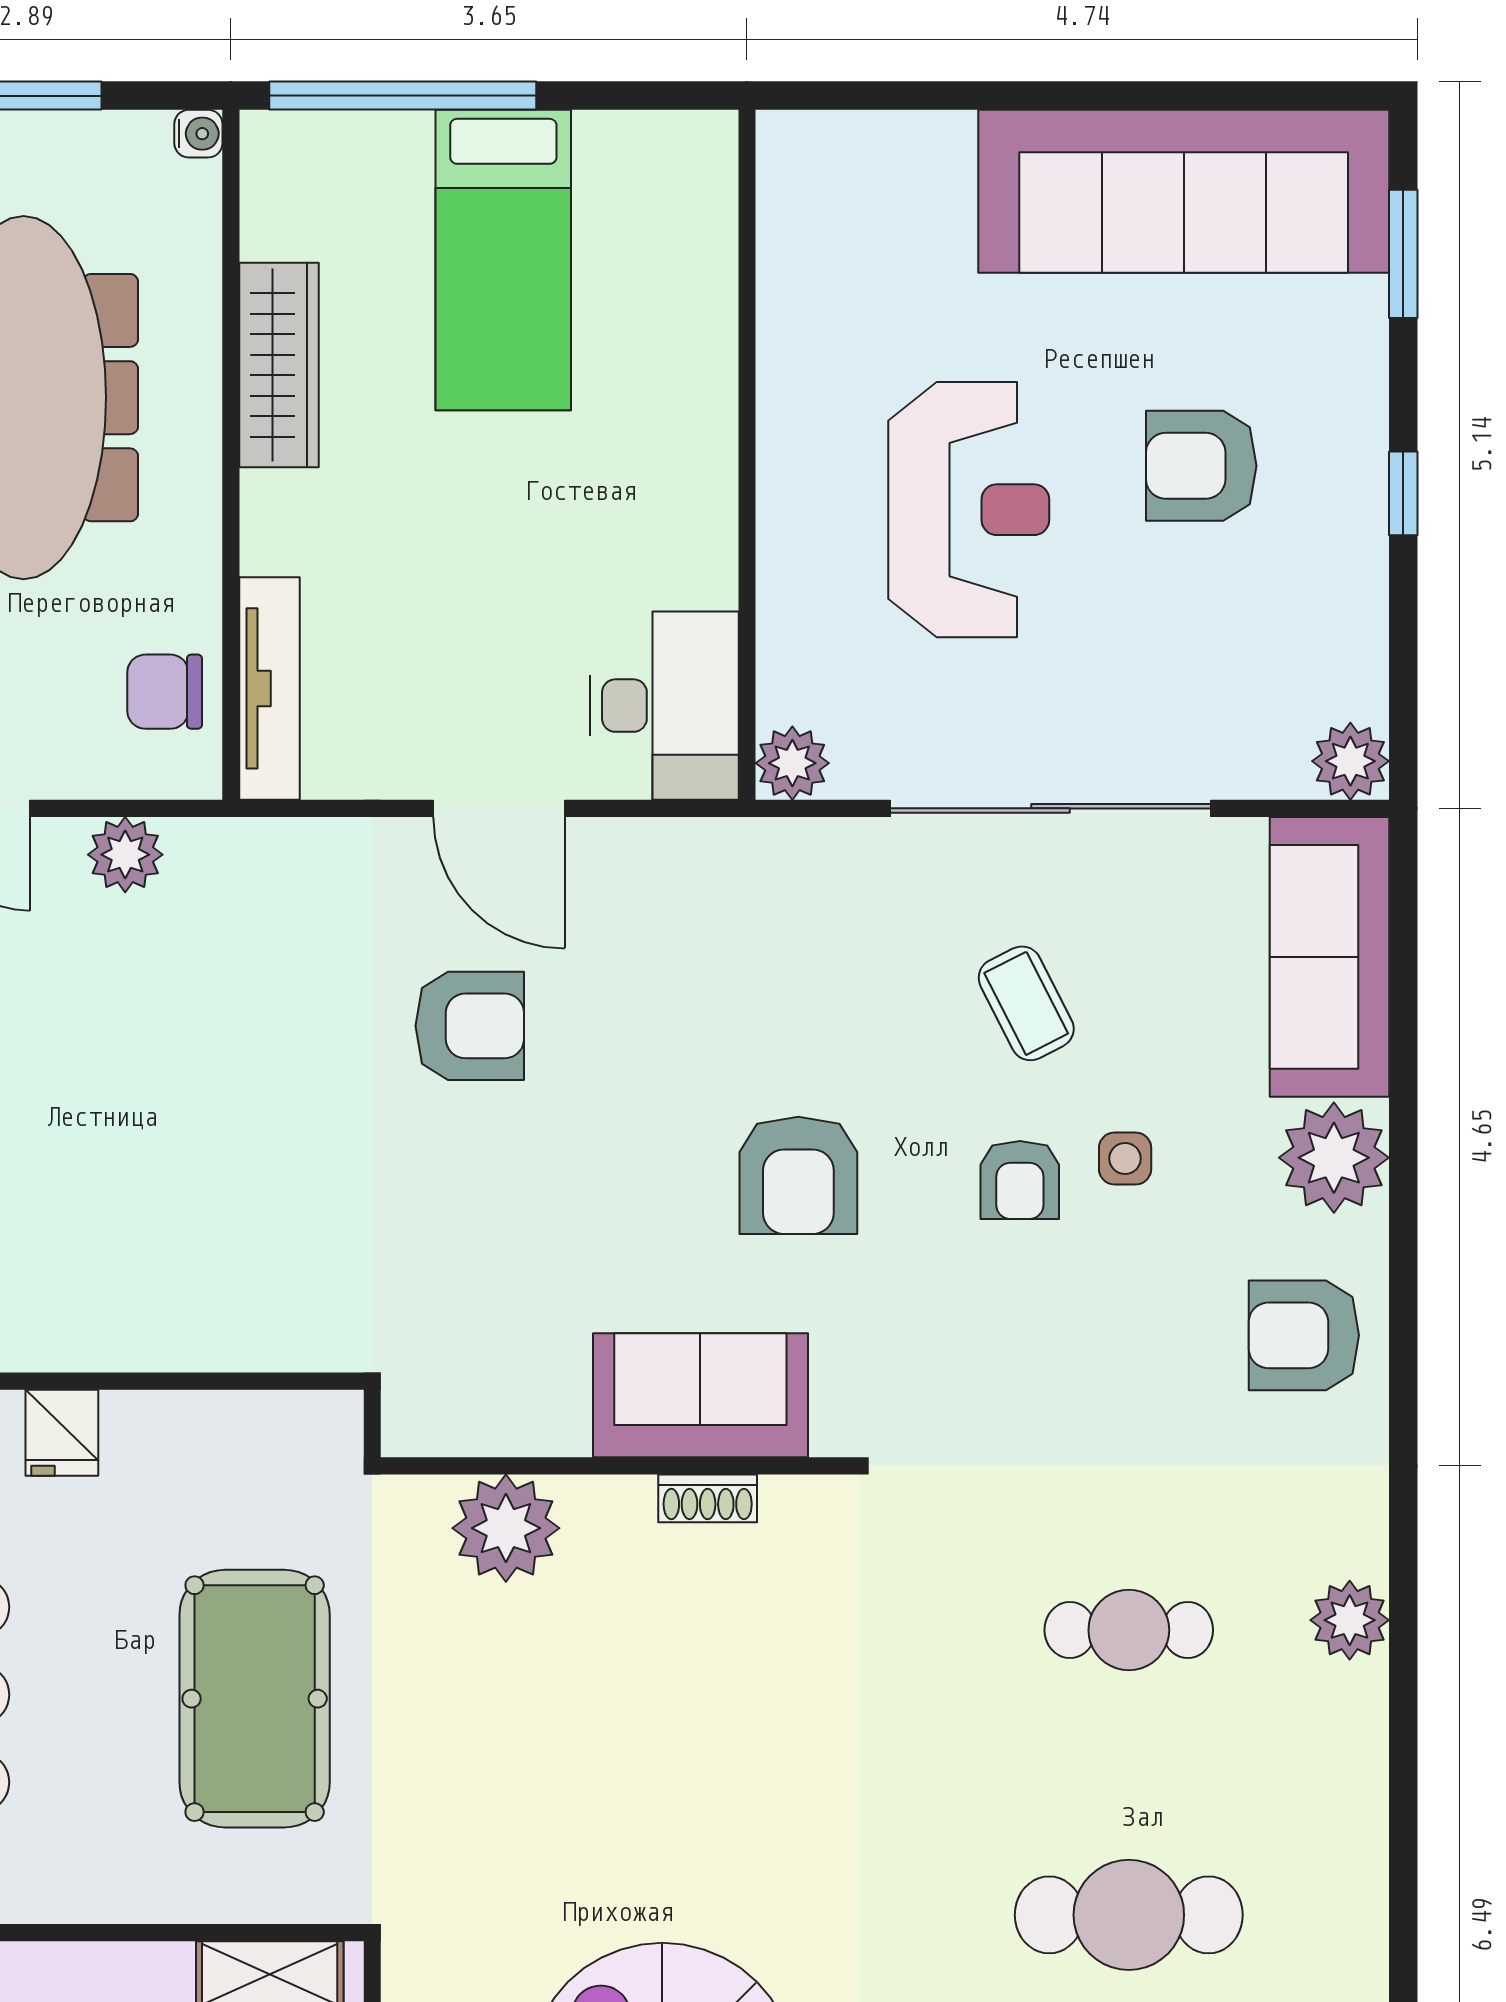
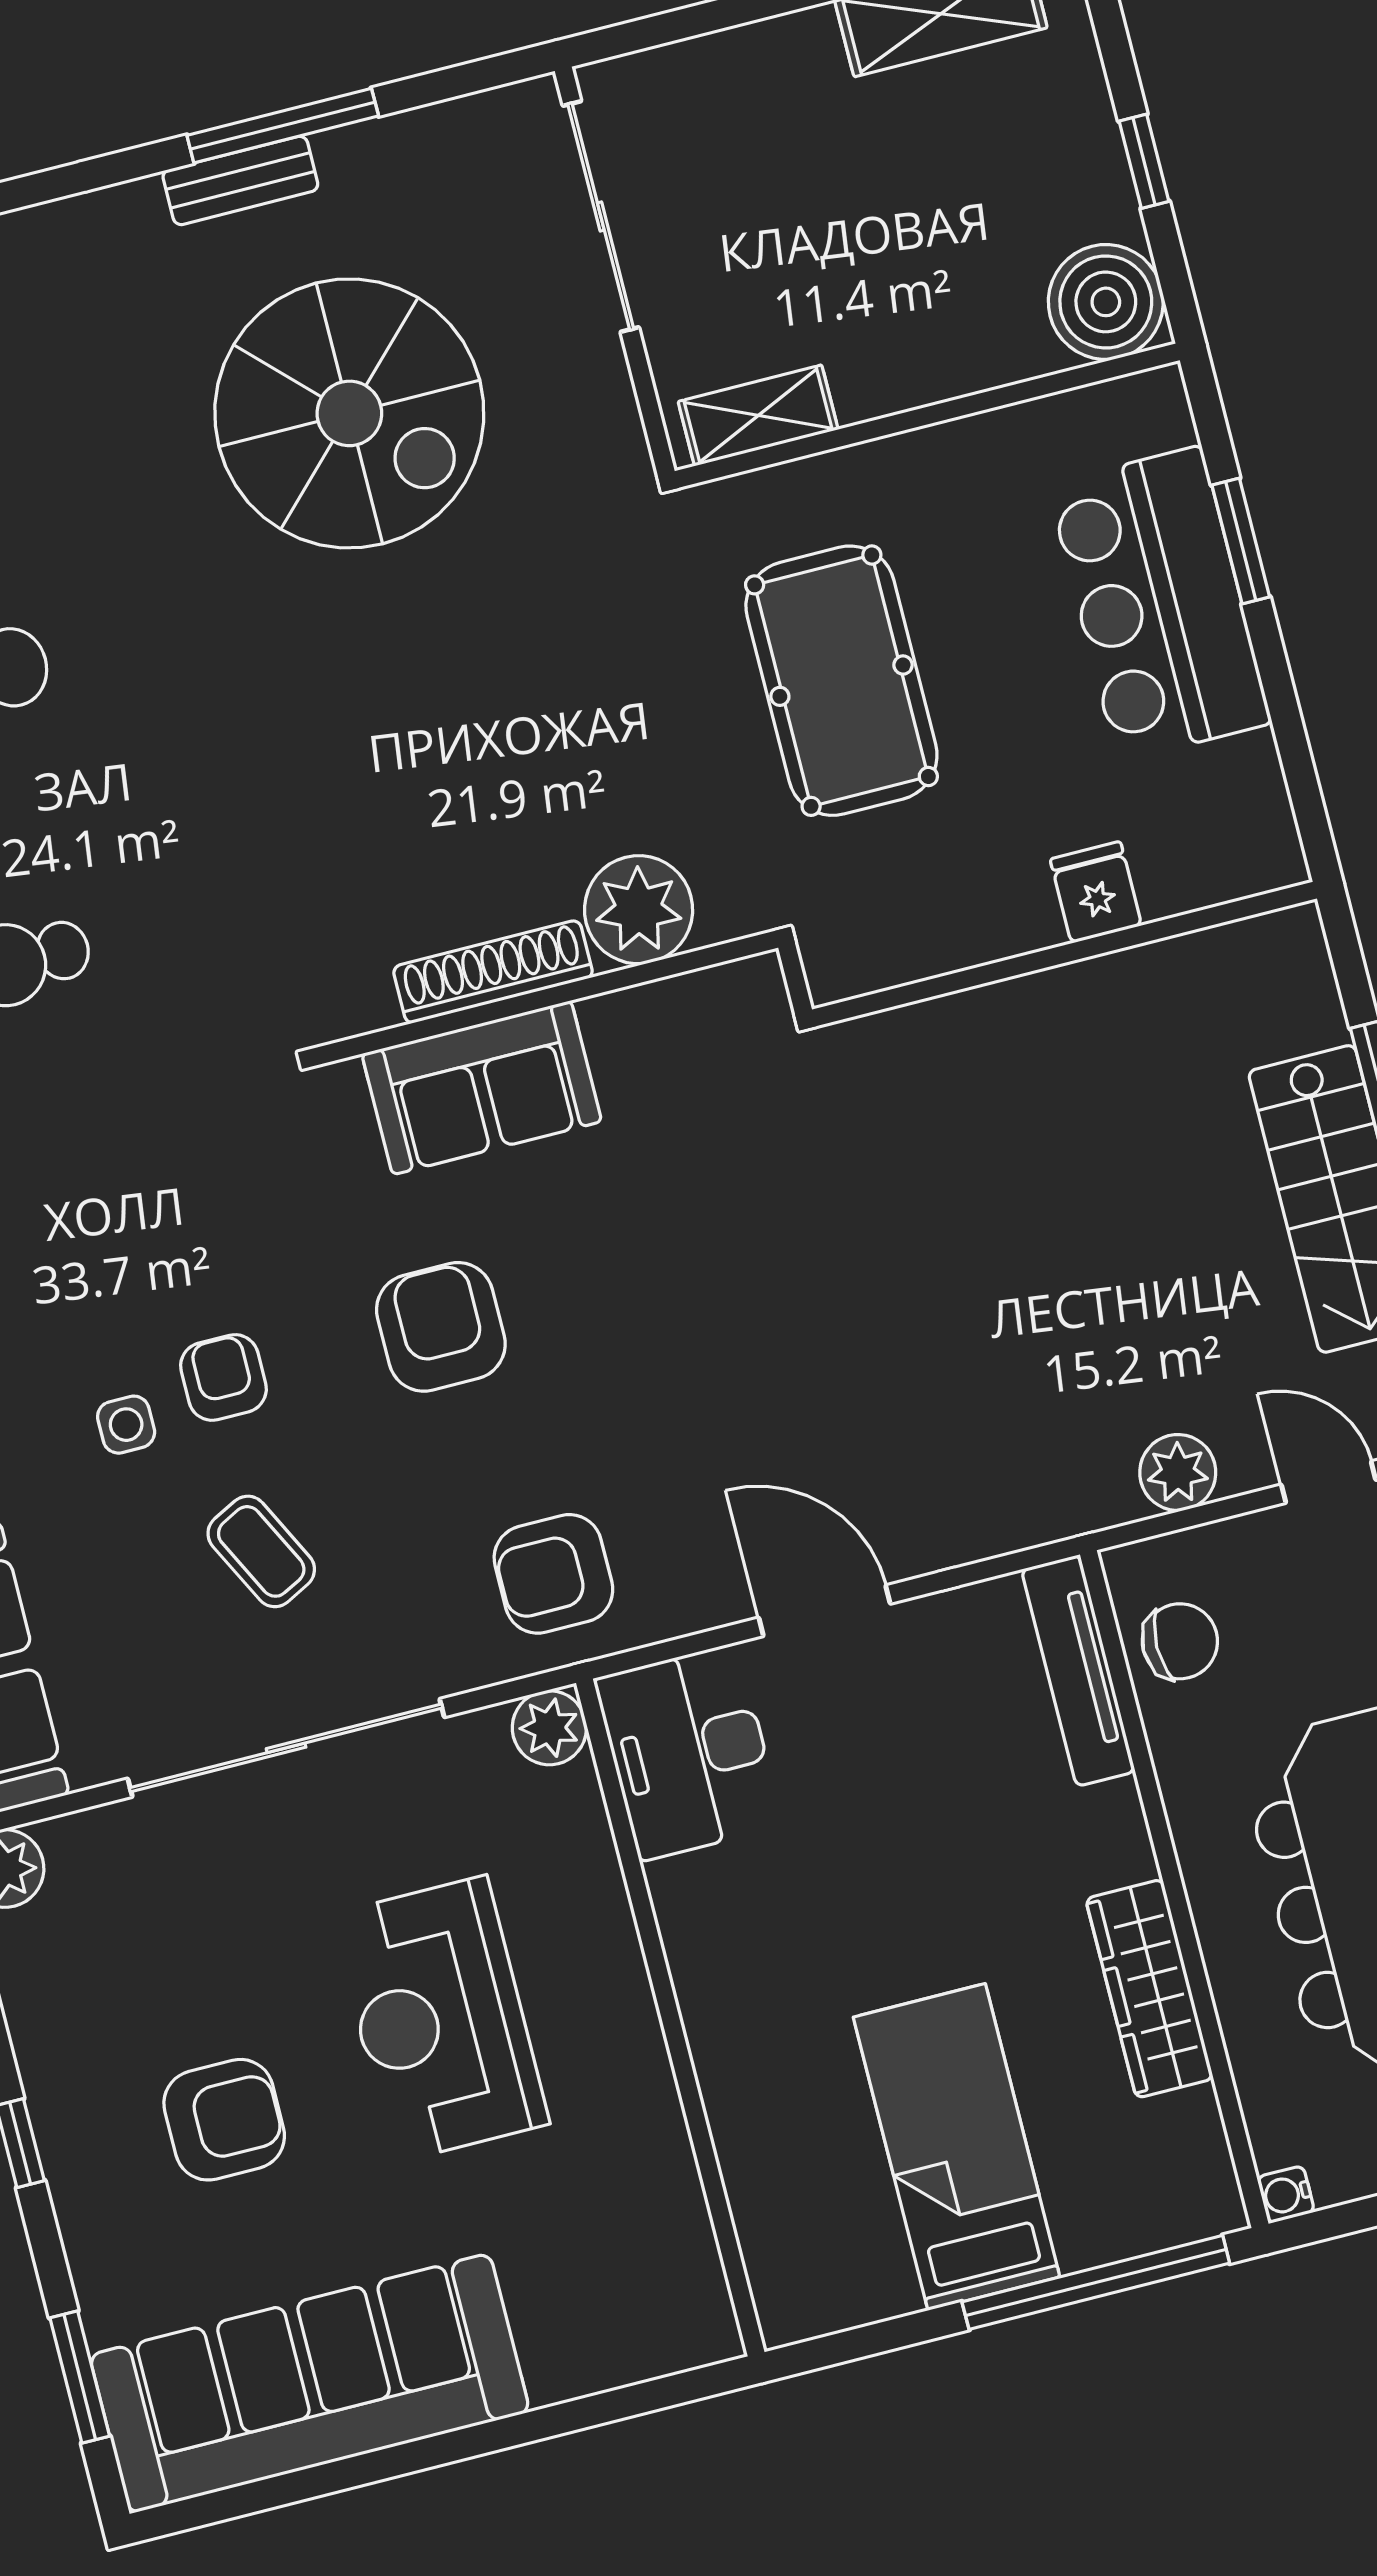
armchair: (470, 1026) -> (553, 1574), moved
shoe rack: (708, 1498) -> (493, 972), width x1.94, depth x1.24

